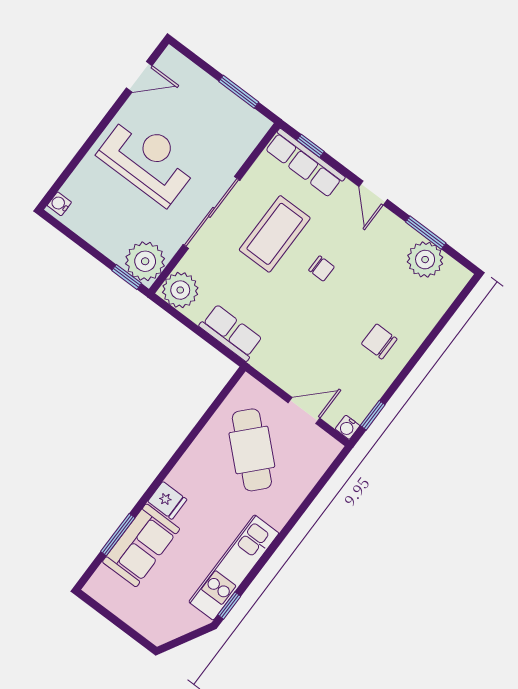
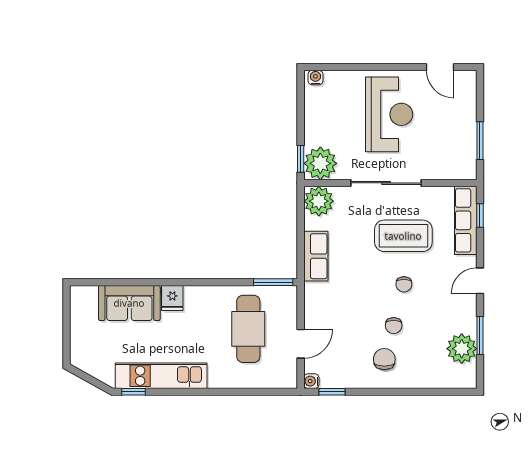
chair: (354, 308) -> (394, 326), added
door: (304, 411) -> (301, 344), hinge flipped
cafe table: (252, 450) -> (248, 329), turned -43
window: (118, 535) -> (273, 282), moved

